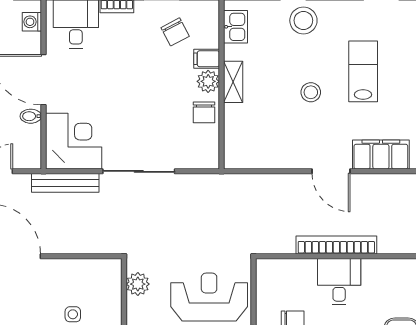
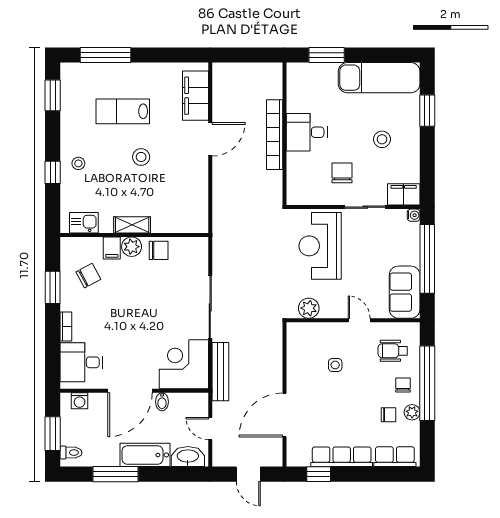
stool: (303, 20) -> (78, 163), width x0.53, depth x0.53

